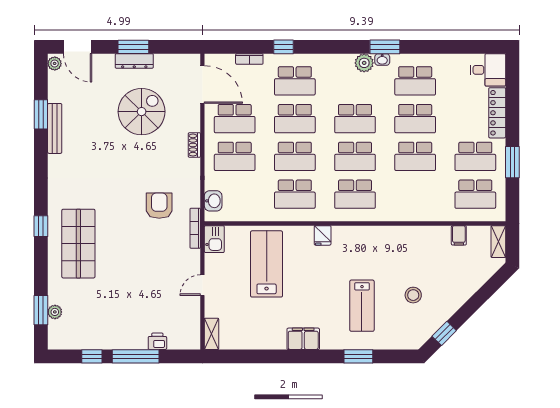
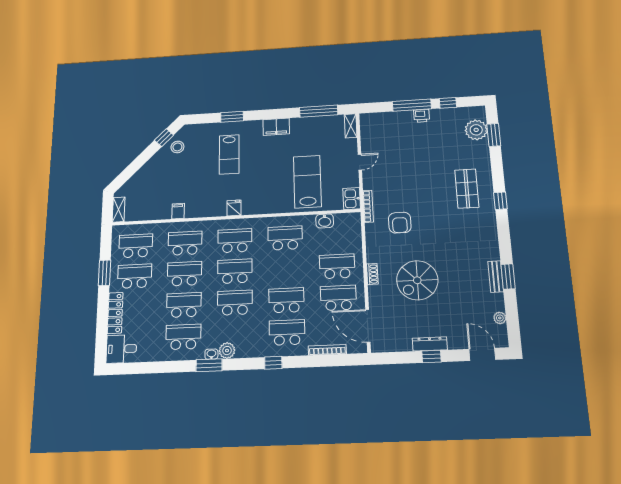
window: (133, 47) -> (431, 356), width x0.67
window: (284, 47) -> (273, 363), moved
bookcase: (249, 59) -> (327, 350), width x1.56
plant: (55, 63) -> (500, 318), moved
spiral stairs: (142, 112) -> (417, 280), moved
window: (41, 114) -> (508, 276), moved
bench: (55, 128) -> (496, 277), width x0.73
school desk: (295, 156) -> (185, 243), moved
washbasin: (213, 201) -> (325, 221), moved, turned -90
fridge: (323, 235) -> (234, 208), moved
filing cabinet: (459, 235) -> (178, 211), moved
shop shelf: (78, 244) -> (467, 189), width x0.70, depth x0.74
lab bench: (267, 264) -> (307, 182), turned 180
stool: (413, 295) -> (177, 147), moved
lab bench: (362, 306) -> (229, 154), turned 180
plant: (55, 312) -> (476, 130), width x1.88, depth x1.88
printer: (157, 341) -> (422, 116), moved
window: (250, 356) -> (319, 111), added

